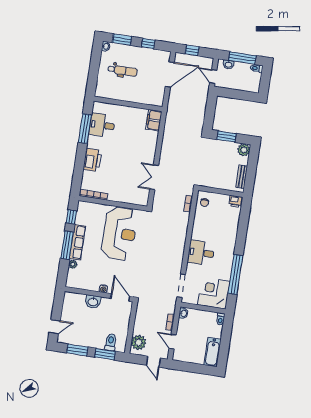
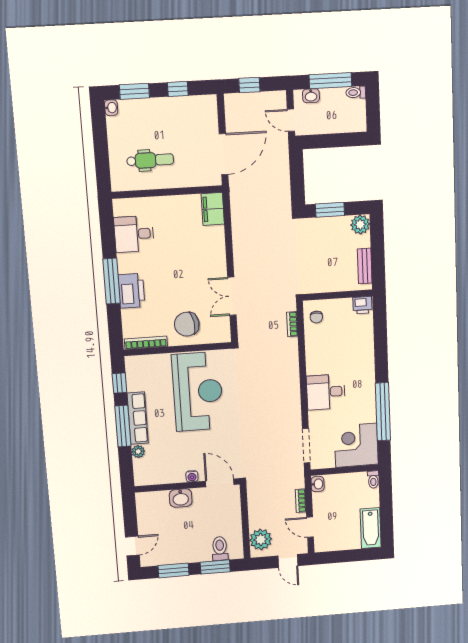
dental chair: (123, 71) -> (150, 160), moved
door: (170, 74) -> (224, 154), moved
window: (85, 129) -> (111, 281), moved
chair: (122, 189) -> (187, 324), added

